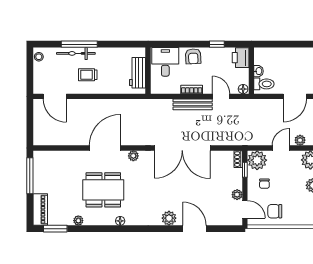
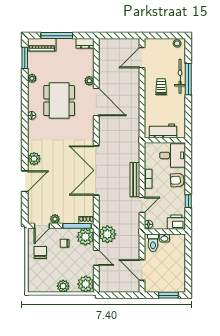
plant: (300, 140) -> (107, 234), moved, width x1.87, depth x1.87
plant: (133, 156) -> (89, 81), moved
dresser: (39, 161) -> (85, 43), added
window: (245, 170) -> (77, 226), width x2.17
window: (30, 176) -> (57, 36), moved

